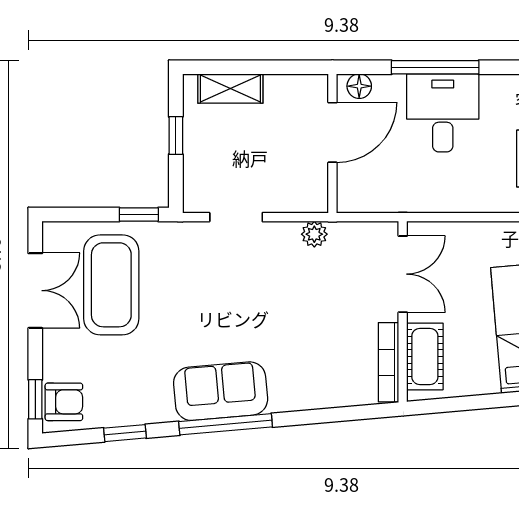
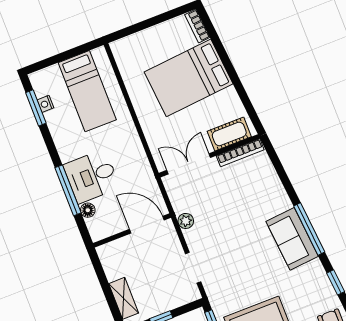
floor lamp: (359, 86) -> (88, 210), moved
door: (332, 132) -> (147, 225), moved

